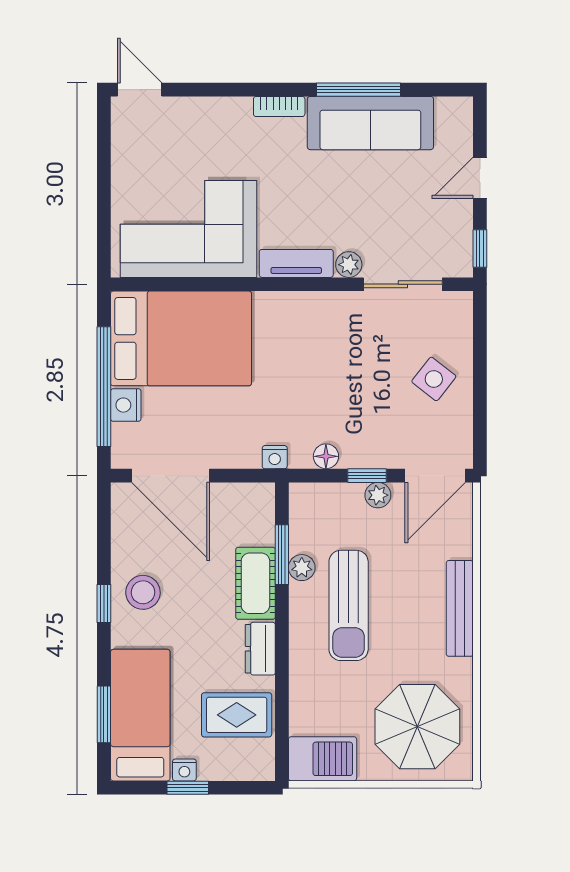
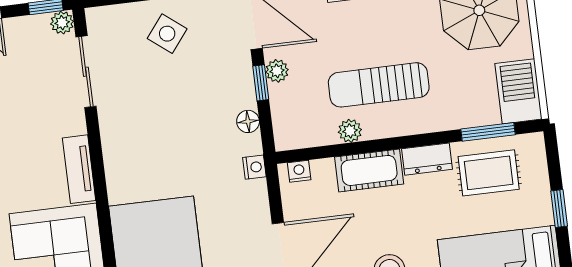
plant: (349, 265) -> (62, 23), moved
window: (282, 555) -> (488, 132), moved
sun lounger: (349, 605) -> (379, 85), turned 180
rug: (237, 715) -> (489, 173), turned 90
nightstand: (184, 770) -> (299, 171), moved, turned -90

